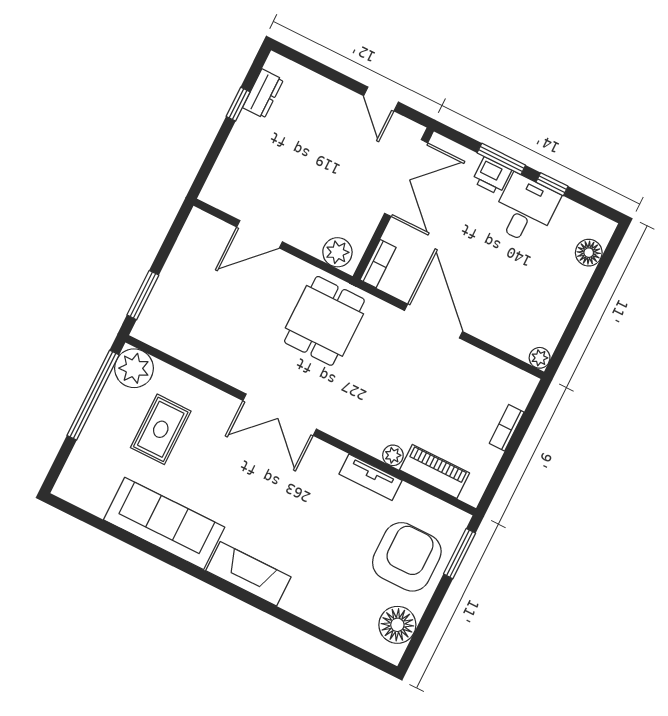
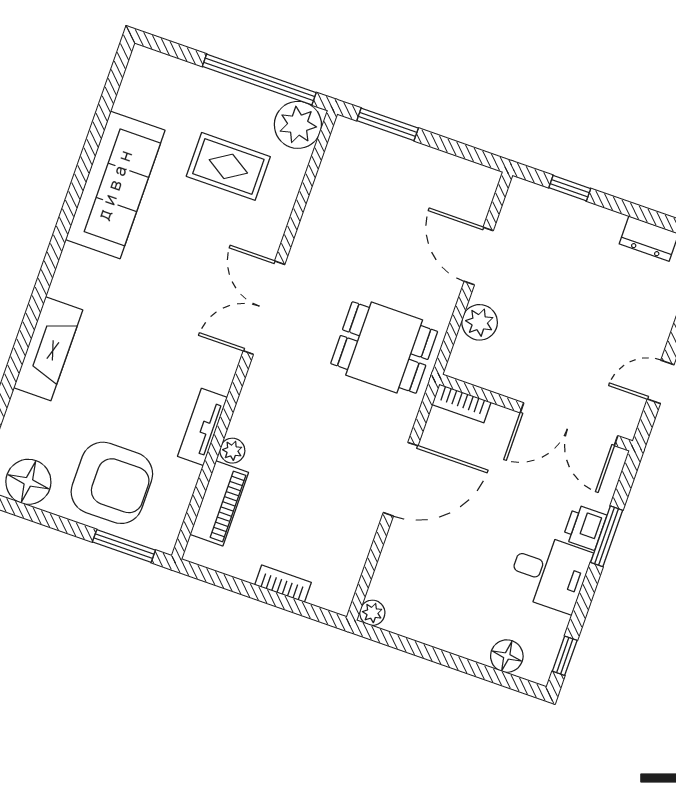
window: (238, 104) -> (570, 188), moved
window: (552, 184) -> (565, 656), moved
plant: (337, 252) -> (480, 322), moved
fireplace: (248, 574) -> (48, 349), moved

